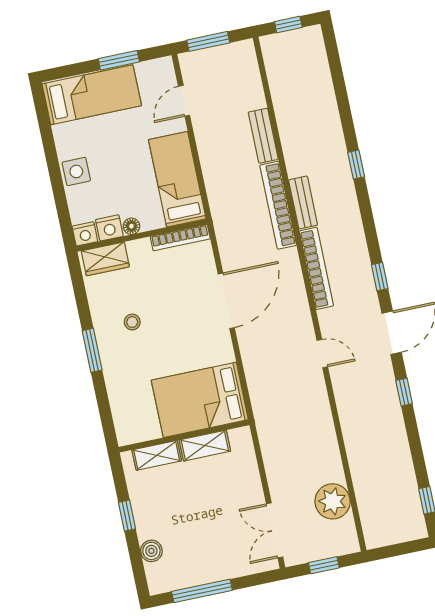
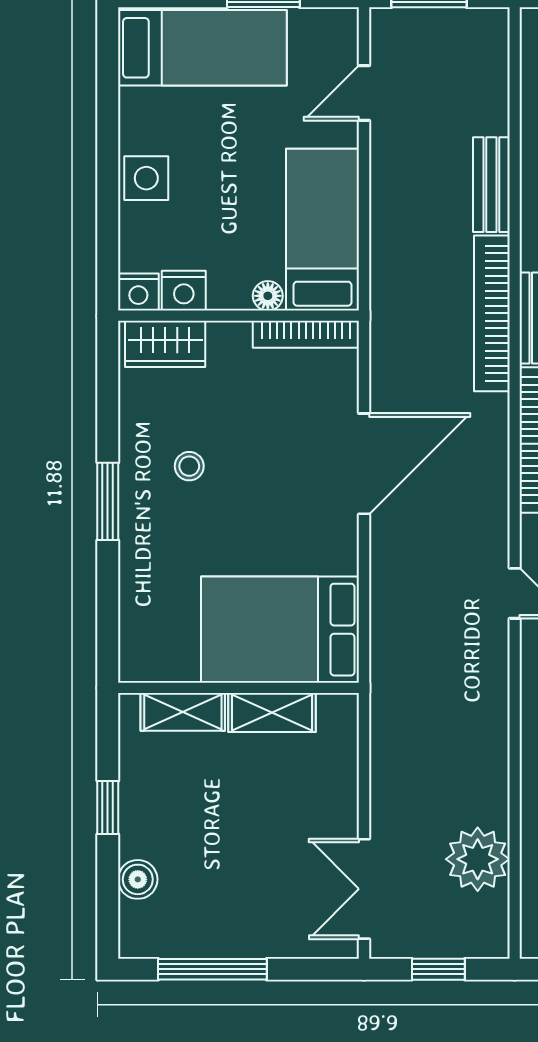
floor lamp: (131, 226) -> (268, 296), moved

